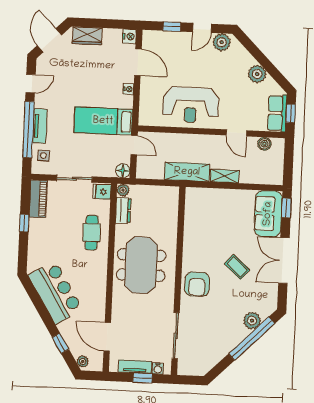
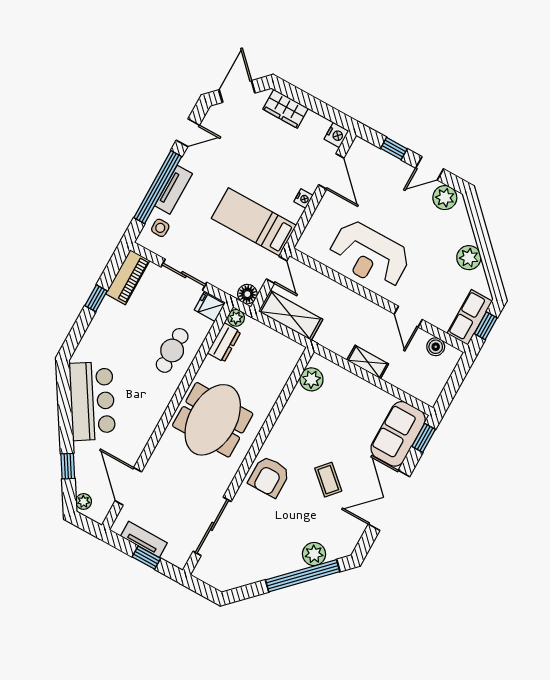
shelving: (187, 172) -> (291, 315), moved
plant: (193, 206) -> (311, 379), added
water cooler: (158, 369) -> (171, 556), removed

